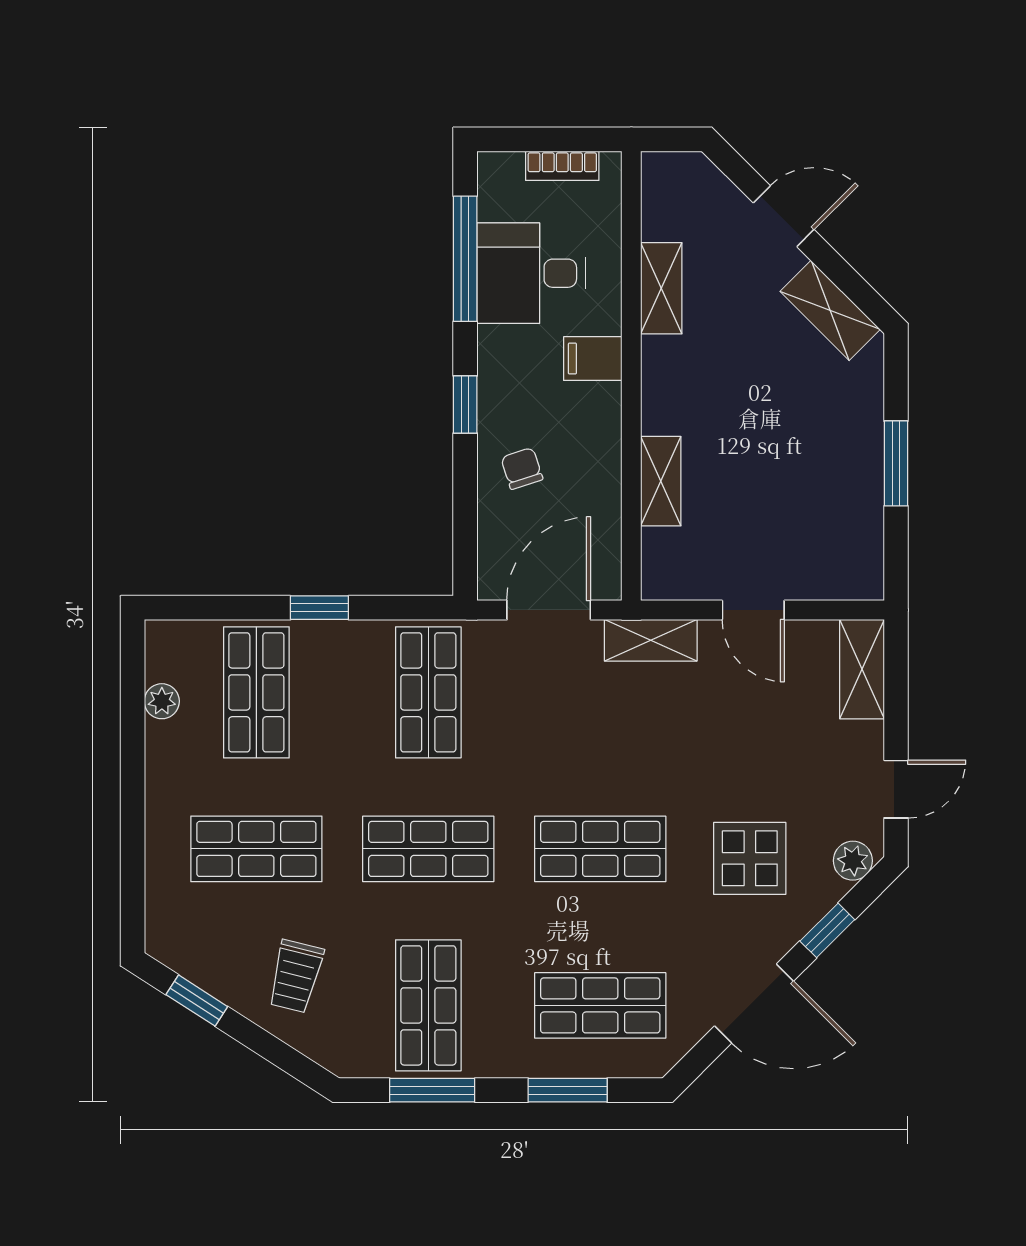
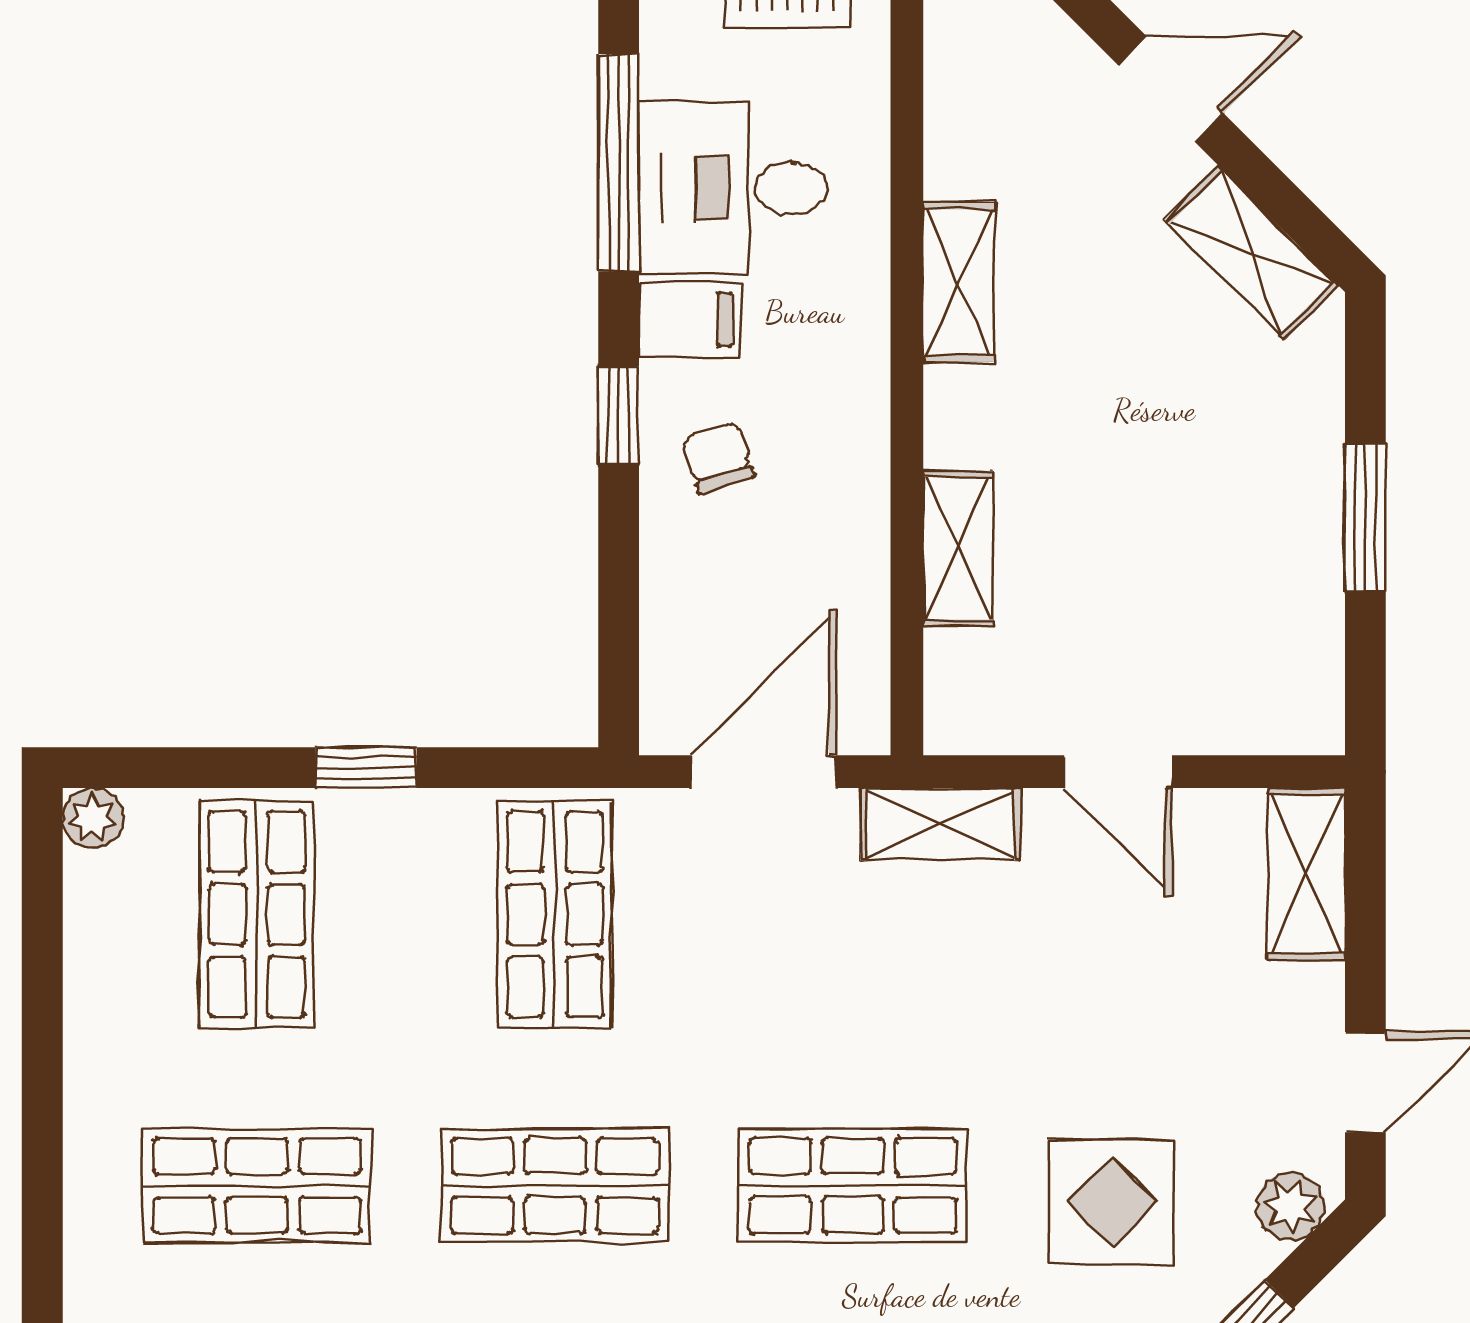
shelving: (661, 288) -> (959, 282), moved
filing cabinet: (593, 359) -> (689, 319), moved, turned 180
chair: (522, 468) -> (718, 457), moved
plant: (162, 701) -> (93, 818), moved

